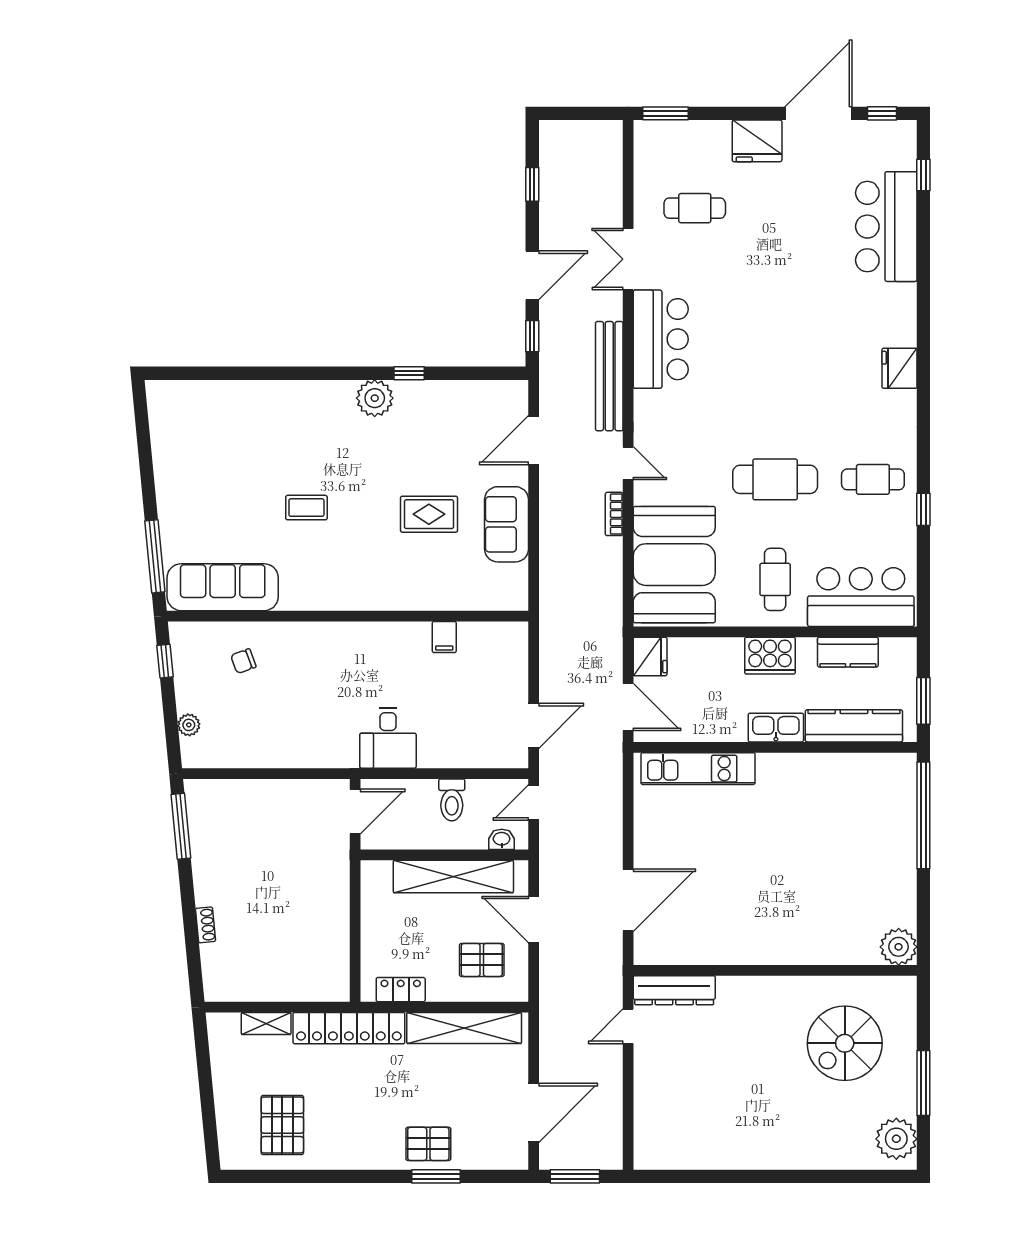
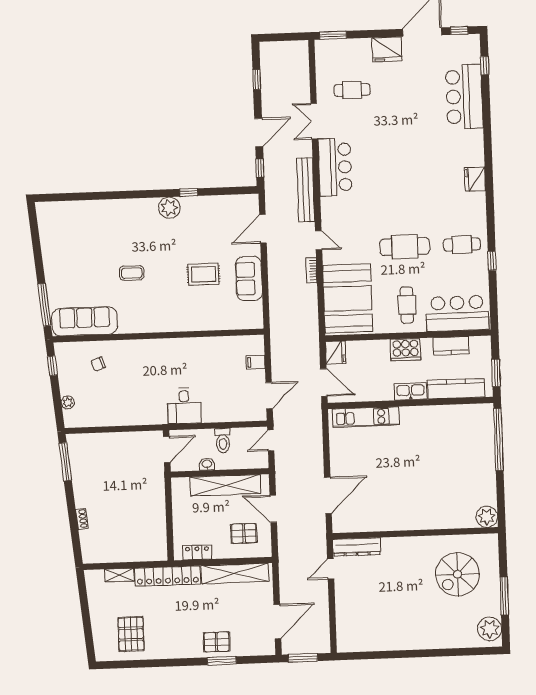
filing cabinet: (444, 637) -> (256, 362), moved, turned 90
washbasin: (502, 839) -> (207, 464), moved

